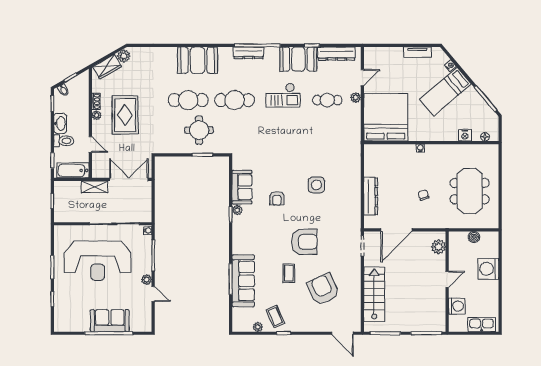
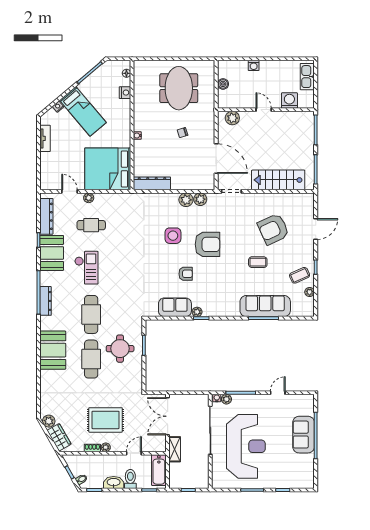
cafe table: (327, 100) -> (91, 225), turned 90
meeting table: (470, 191) -> (179, 88), turned 90
dresser: (371, 196) -> (152, 183), moved
plant: (354, 199) -> (186, 200), added
plant: (354, 213) -> (200, 199), added
armchair: (304, 242) -> (207, 244), moved, turned 90
washing machine: (488, 269) -> (254, 65), width x0.53, depth x0.53
plant: (147, 280) -> (226, 399), moved
door: (342, 333) -> (316, 229), moved

